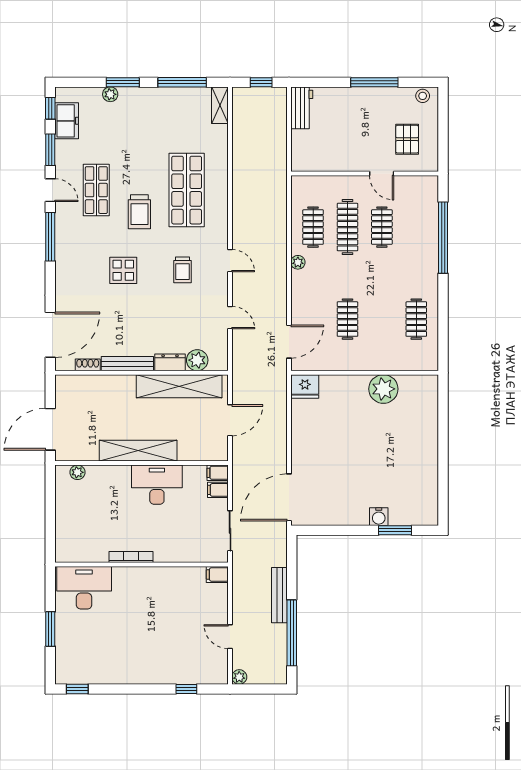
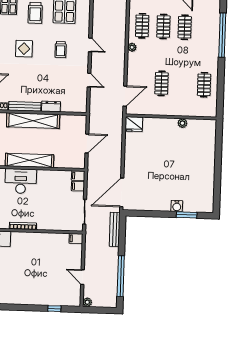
clothes rail: (347, 227) -> (163, 27), width x0.73
plant: (197, 360) -> (68, 106), removed
shelving: (179, 386) -> (33, 121), moved
plant: (383, 389) -> (182, 123), width x0.53, depth x0.53
desk: (157, 485) -> (21, 181), moved
bench: (279, 595) -> (115, 229), moved

